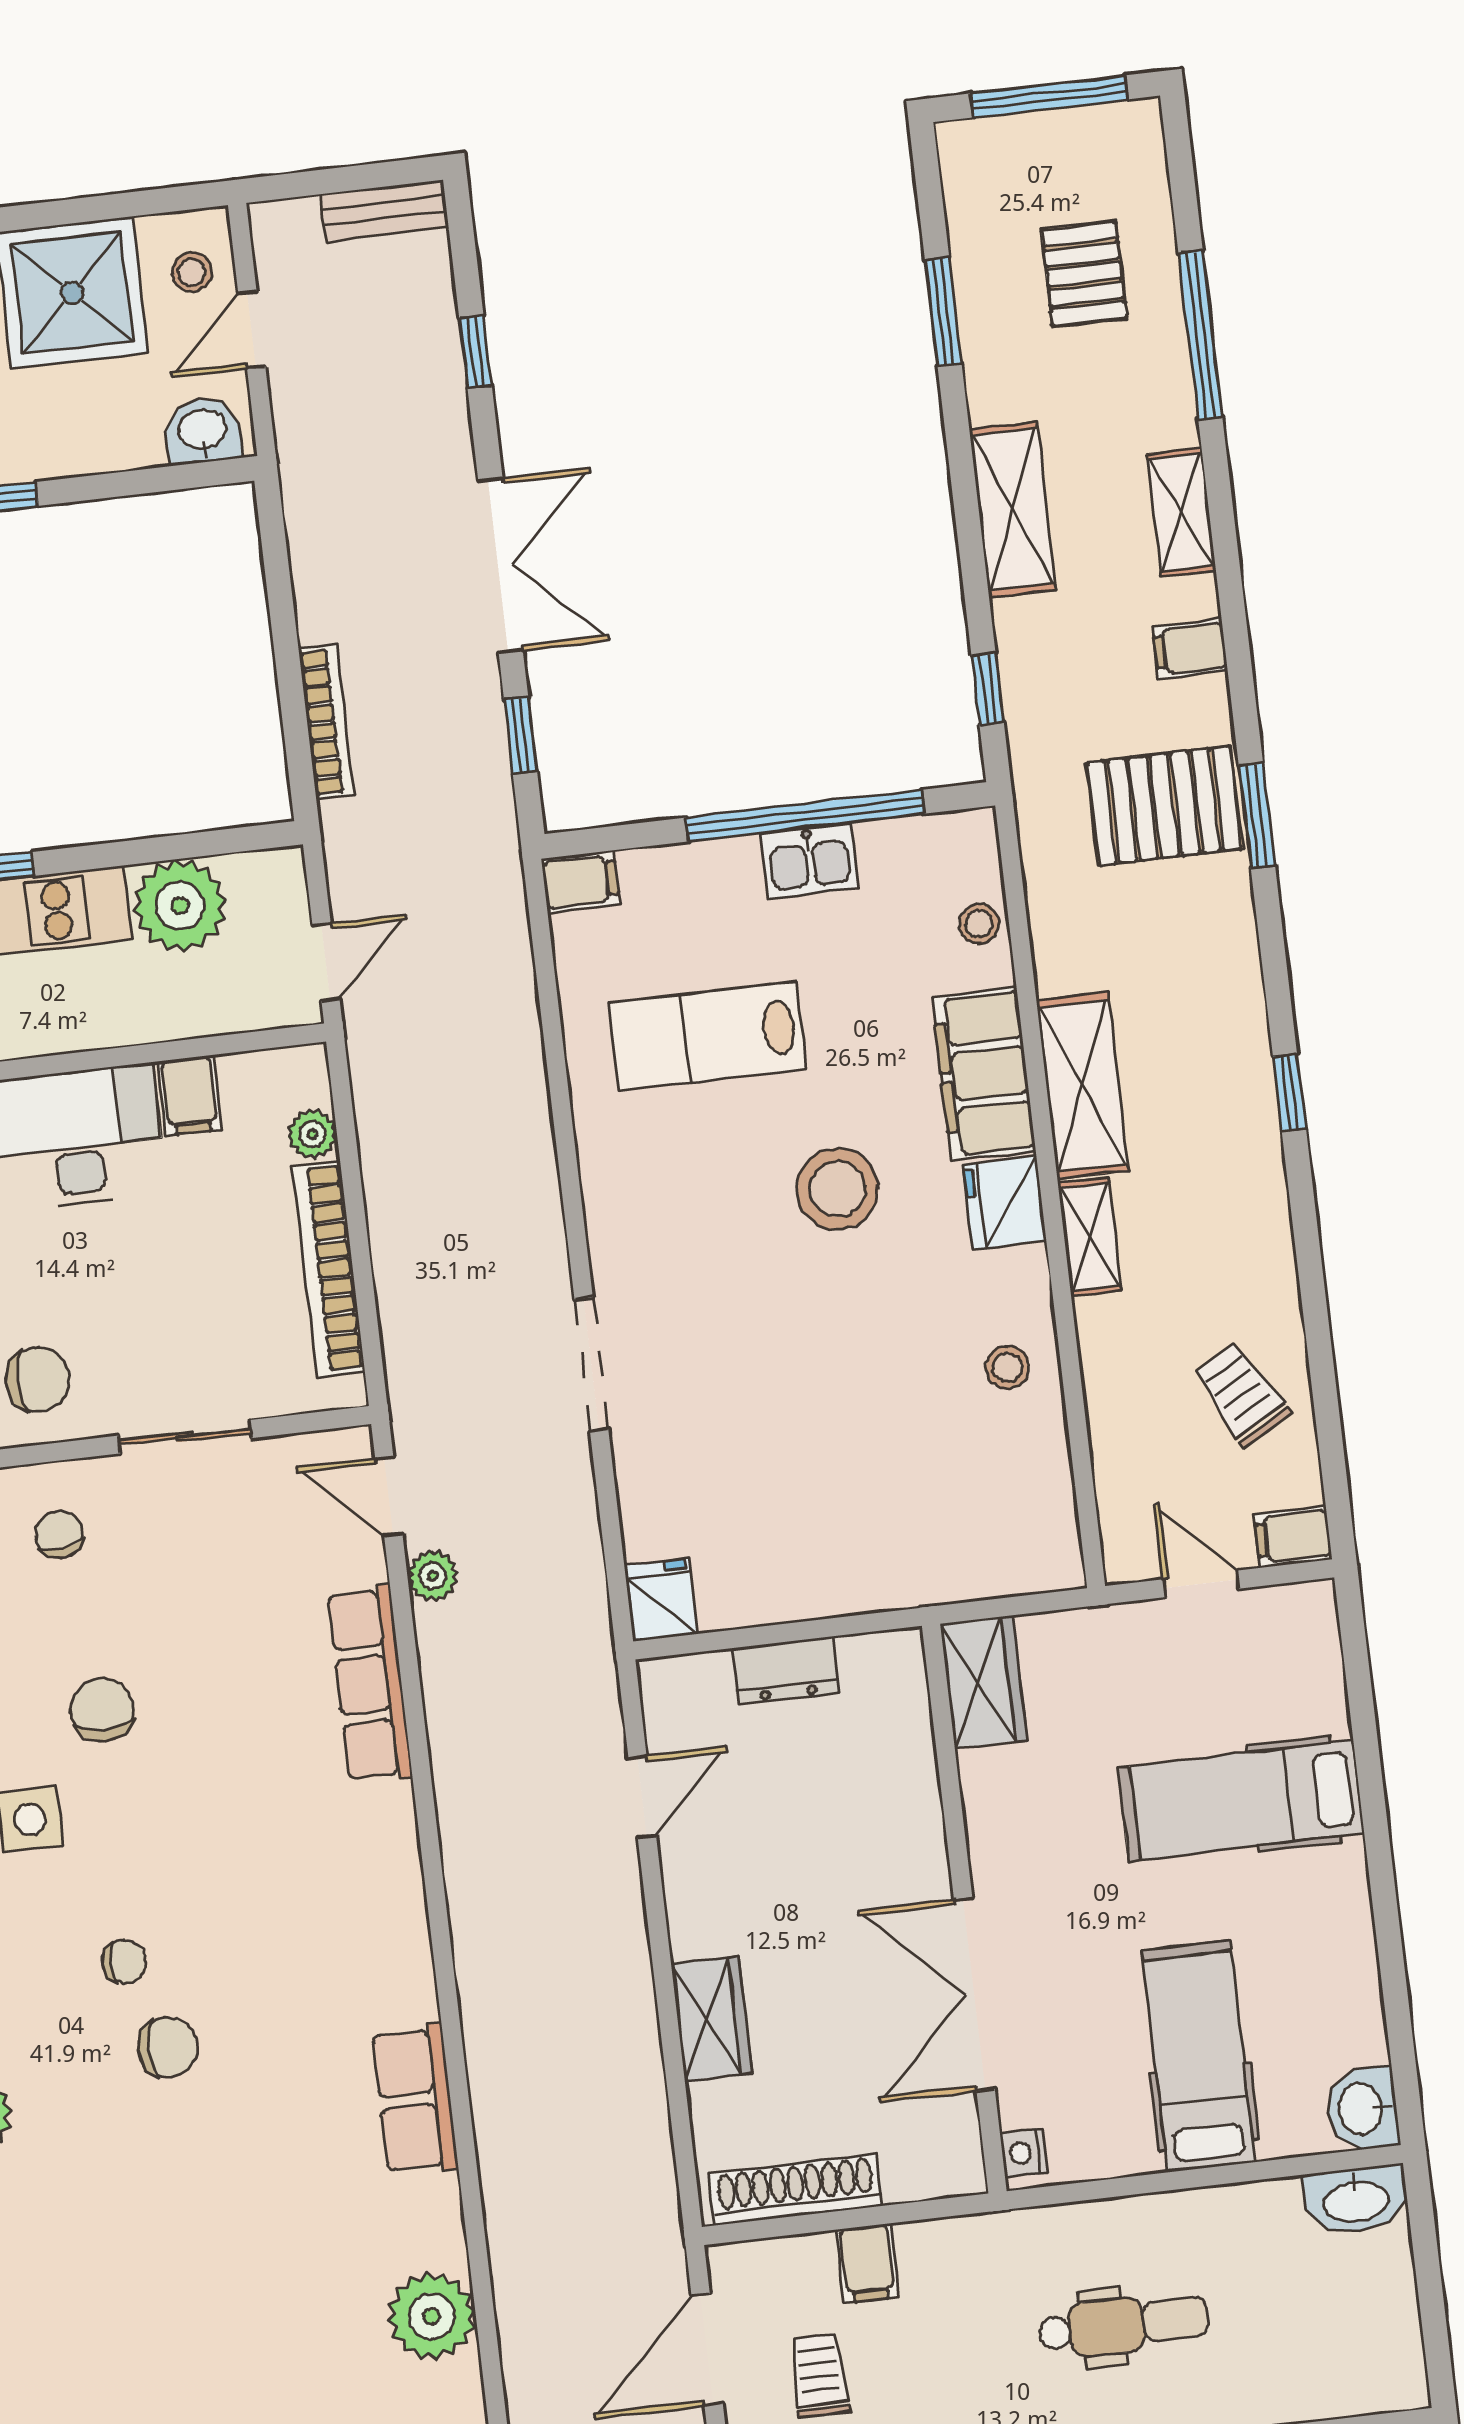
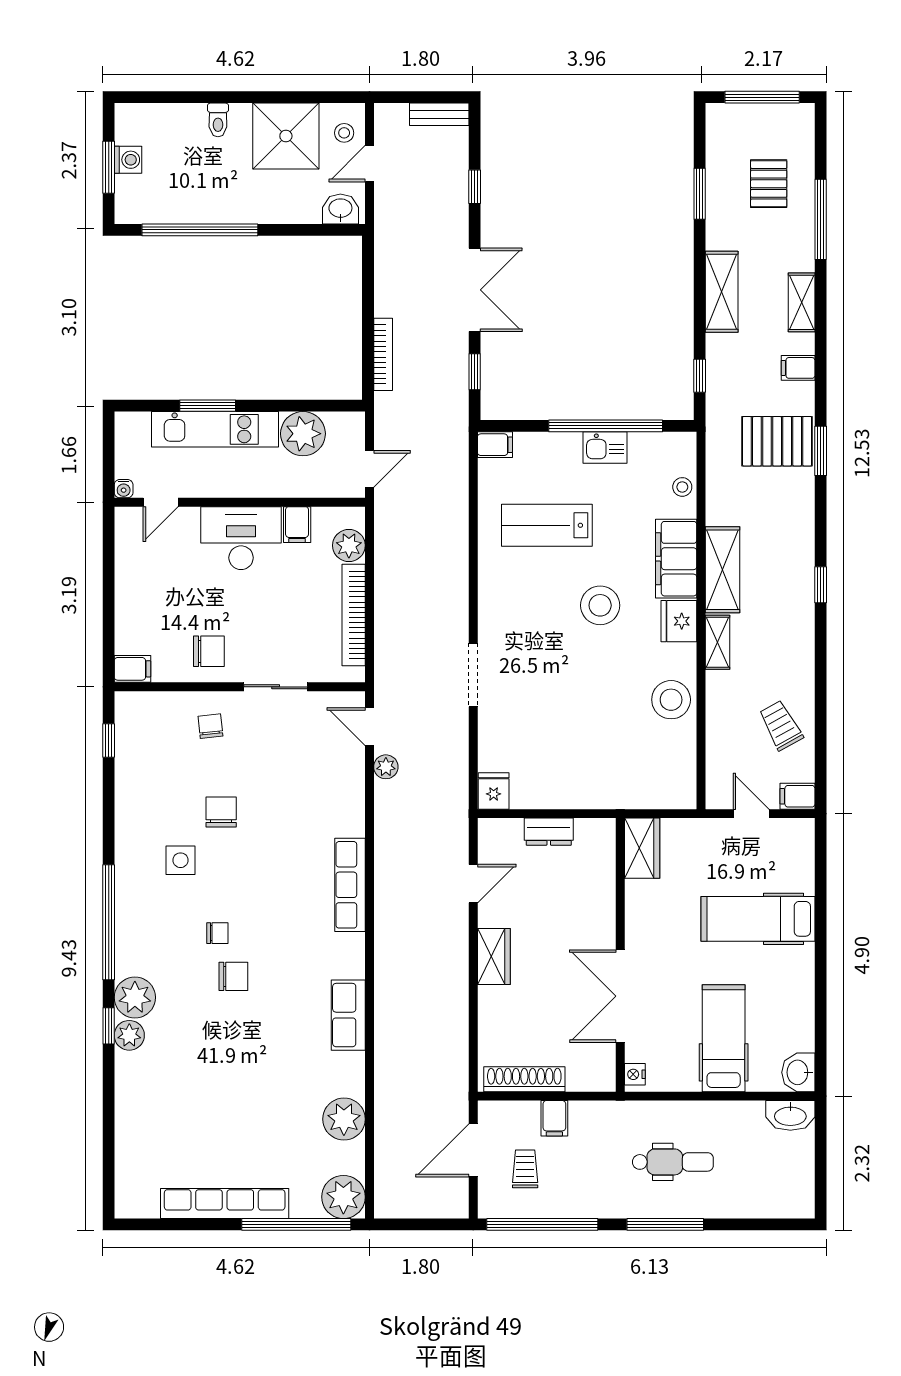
plant: (312, 1134) -> (349, 545), width x1.38, depth x1.38
stool: (1007, 1367) -> (671, 700), width x1.89, depth x1.89
row of seats: (370, 1684) -> (350, 885), moved
wardrobe: (712, 2019) -> (494, 956), moved

